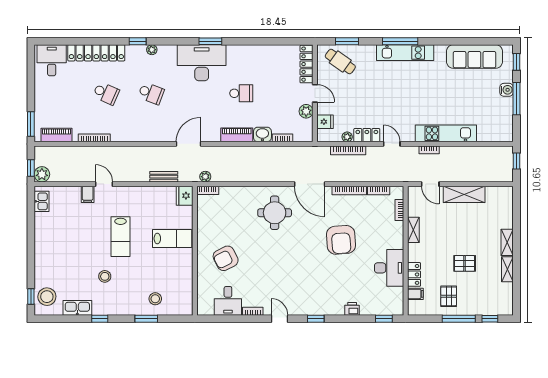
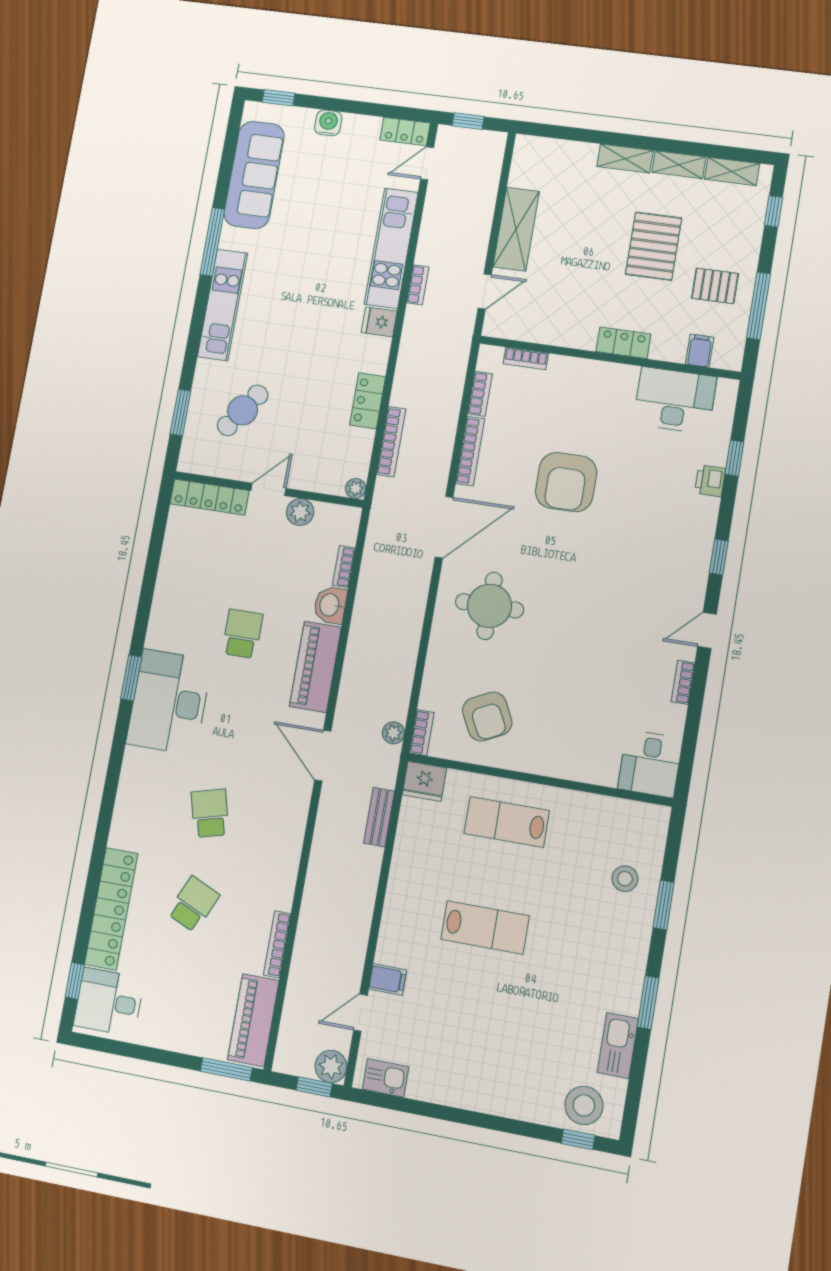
window: (138, 41) -> (75, 981), moved
window: (400, 41) -> (212, 242), moved
plant: (152, 50) -> (126, 797), removed
cafe table: (340, 62) -> (243, 410), moved
school desk: (151, 93) -> (210, 813), turned -36
window: (516, 99) -> (348, 106), removed
fridge: (325, 122) -> (379, 322), moved, turned -90
locker: (507, 130) -> (405, 131), added
piano: (56, 135) -> (253, 1020), width x1.37, depth x1.33
piano: (237, 135) -> (315, 667), width x1.37, depth x1.33
plant: (347, 137) -> (356, 488), moved
door: (392, 144) -> (427, 163), moved
door: (104, 184) -> (360, 1013), moved
shelving: (413, 230) -> (732, 171), moved
lab bench: (172, 238) -> (507, 822), turned -90
armchair: (341, 240) -> (566, 482), turned 94
armchair: (226, 258) -> (487, 716), moved
pallet: (465, 263) -> (654, 246), width x1.50, depth x1.42
desk: (389, 268) -> (675, 400), moved
locker: (414, 274) -> (623, 343), moved
stool: (105, 276) -> (562, 975), removed
desk: (228, 301) -> (650, 764), moved, turned 90
window: (100, 319) -> (648, 1003), width x1.50
window: (384, 319) -> (734, 458), moved
window: (459, 319) -> (759, 306), moved

